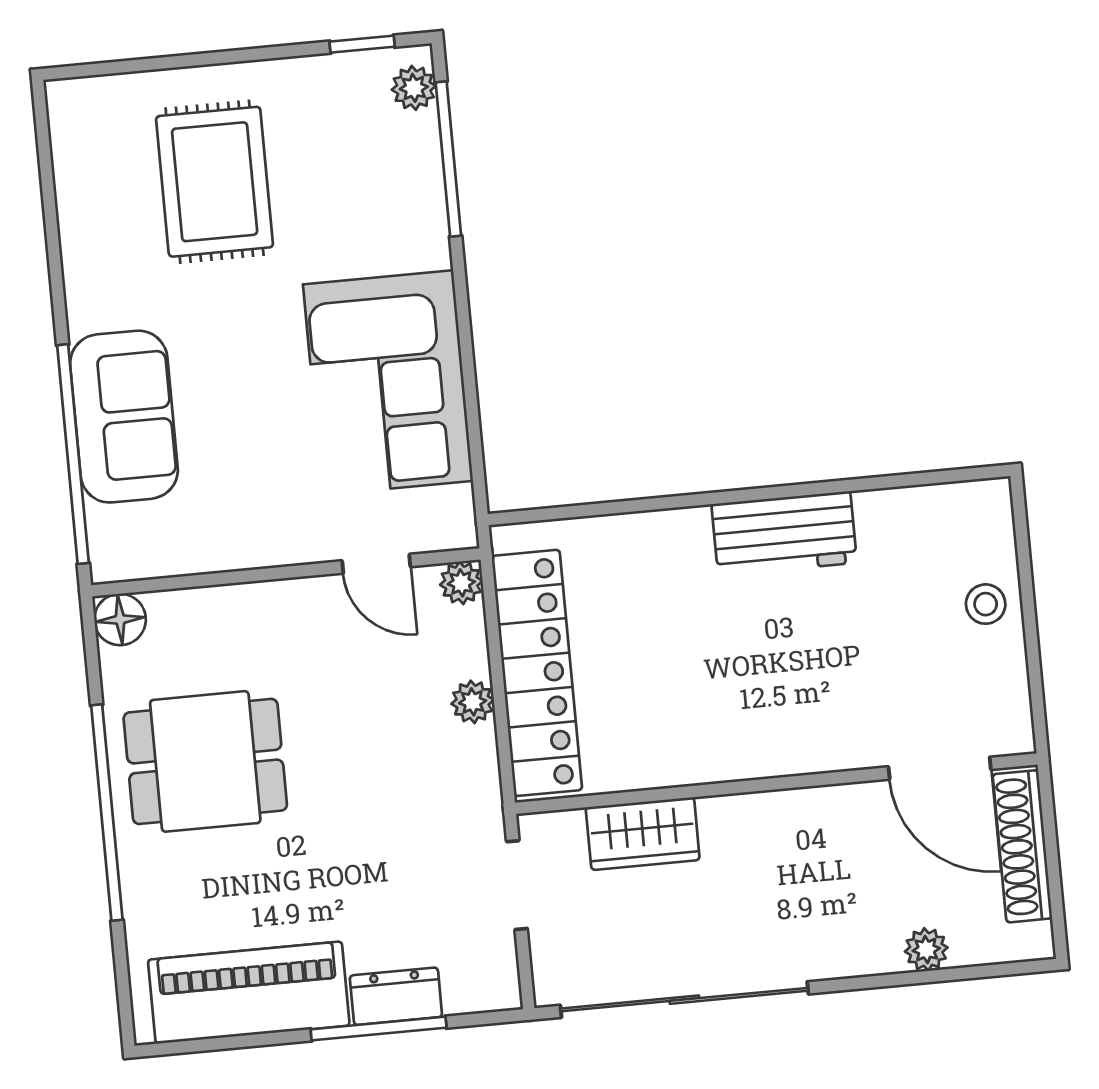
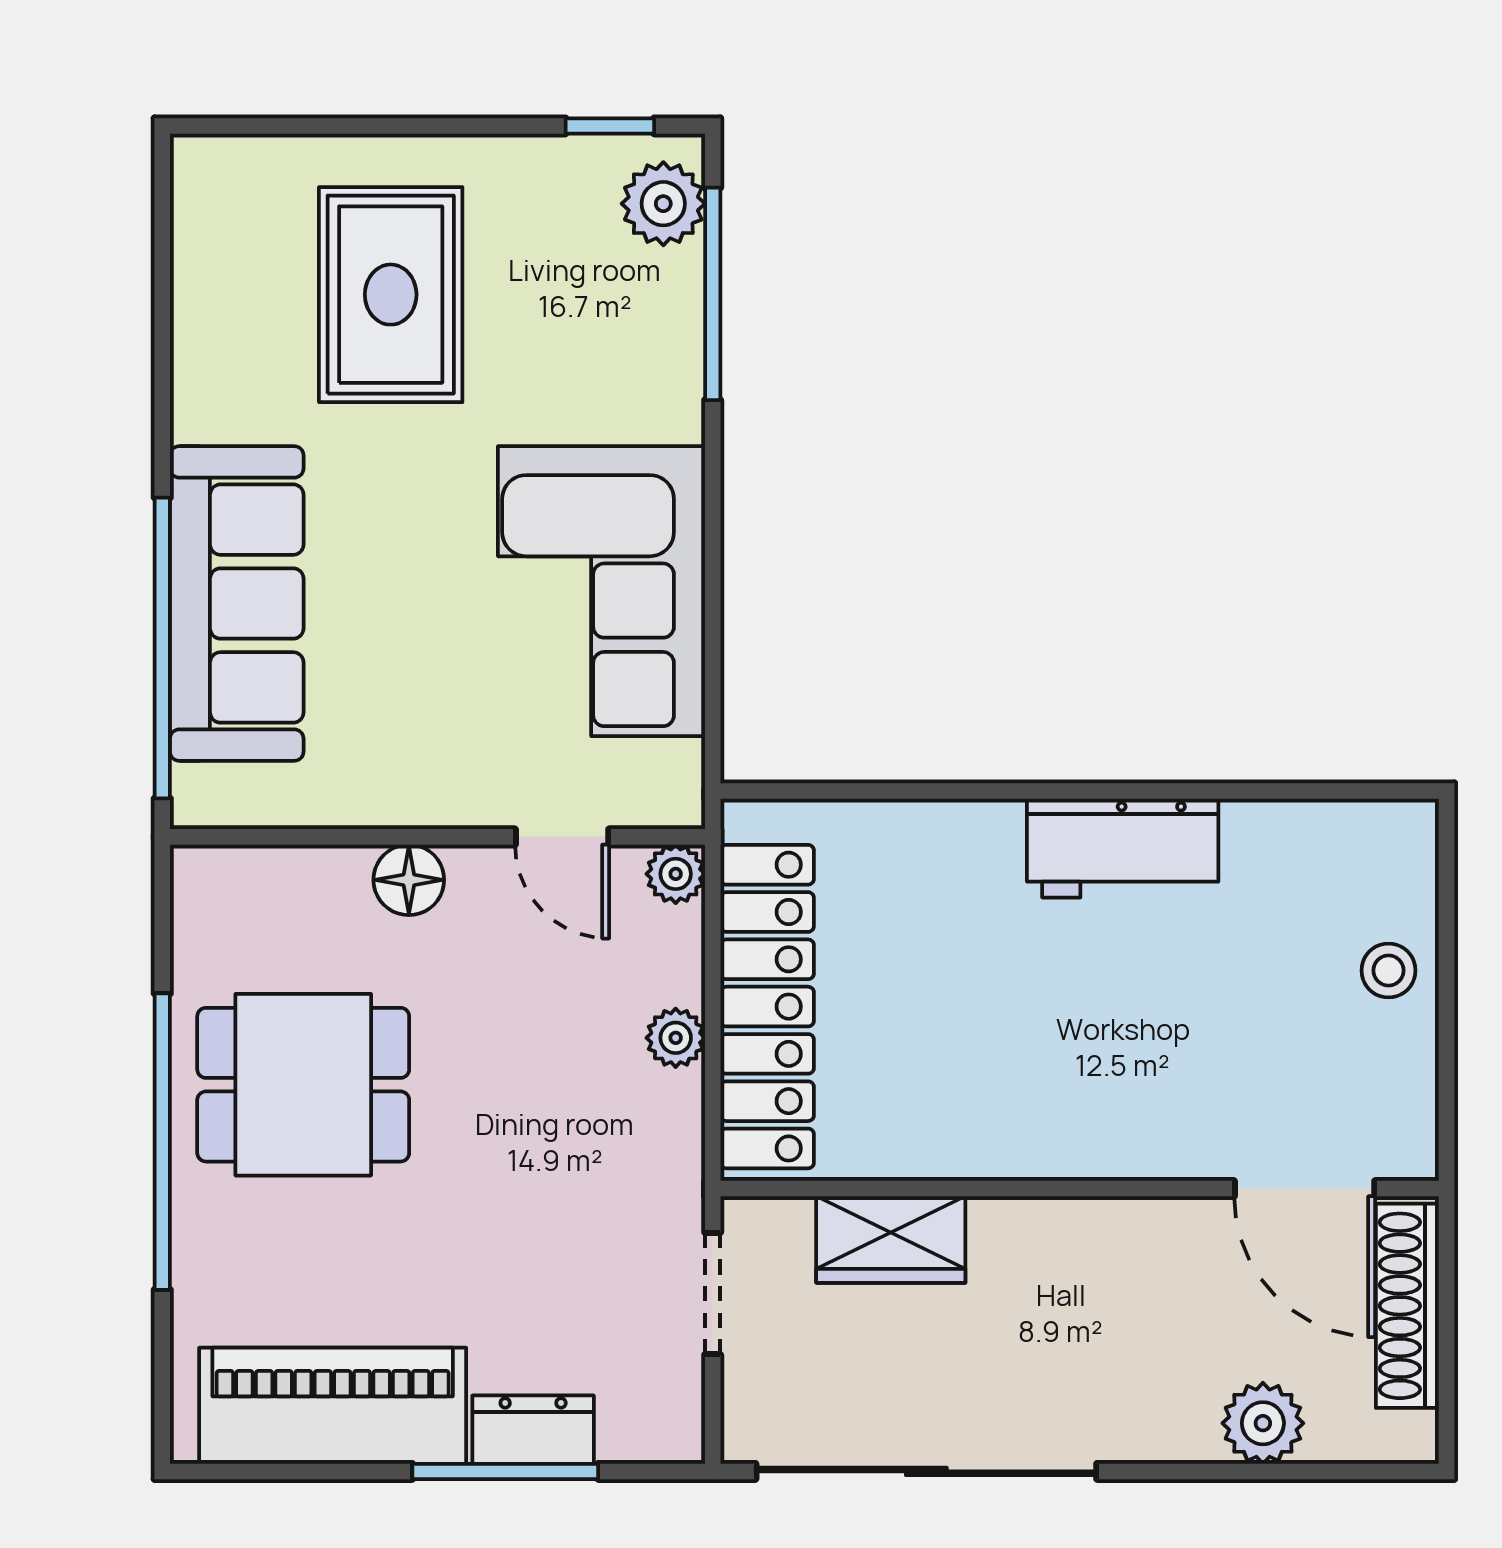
plant: (414, 88) -> (663, 204), width x1.38, depth x1.38
sofa: (124, 417) -> (237, 604), width x1.36
floor lamp: (120, 619) -> (409, 880), moved
plant: (926, 949) -> (1263, 1423), width x1.38, depth x1.38

